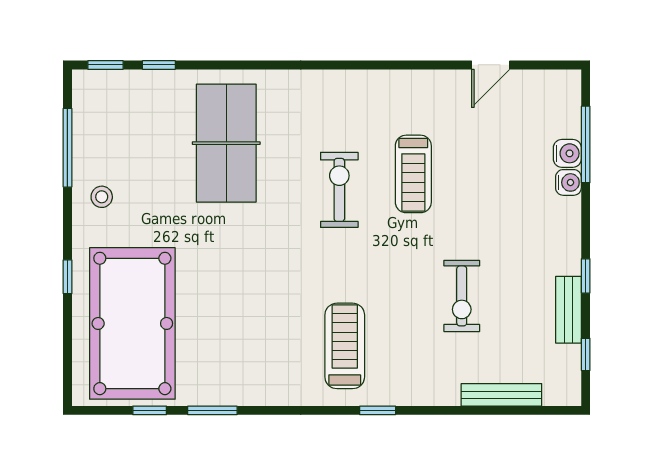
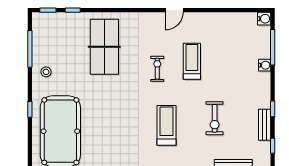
door: (491, 65) -> (174, 10), moved
water cooler: (567, 153) -> (264, 19), moved
treadmill: (413, 174) -> (192, 61), turned 180
exercise bike: (339, 190) -> (157, 69), width x0.73, depth x0.72
treadmill: (345, 346) -> (166, 125), moved

